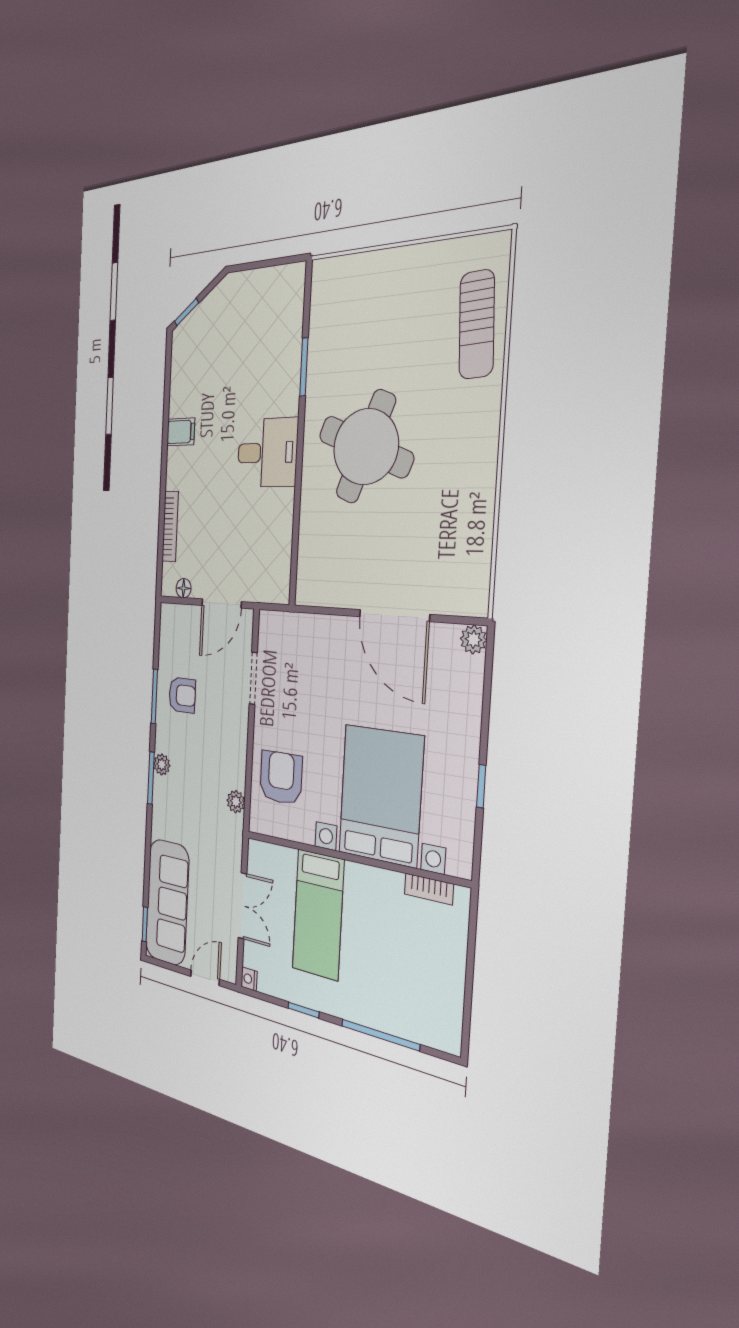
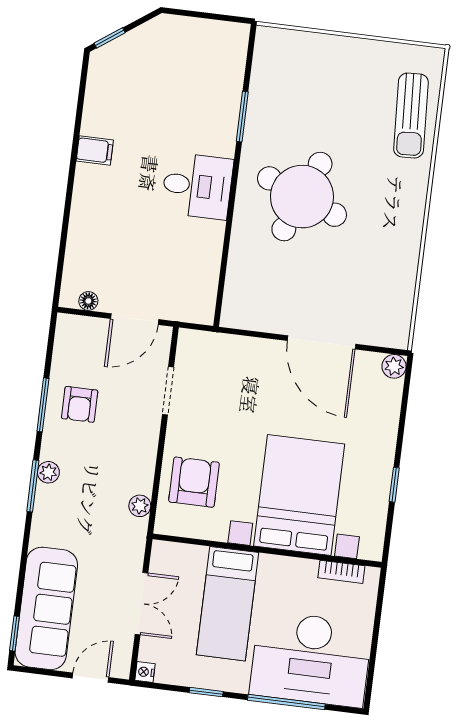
bookcase: (170, 526) -> (75, 240), removed
armchair: (182, 695) -> (80, 404), turned 90
desk: (402, 989) -> (311, 659), added

